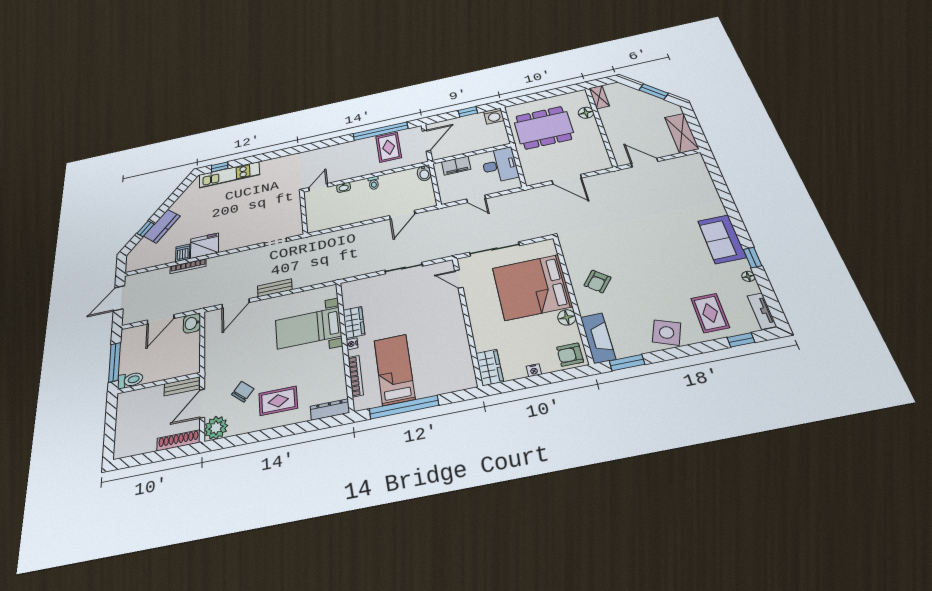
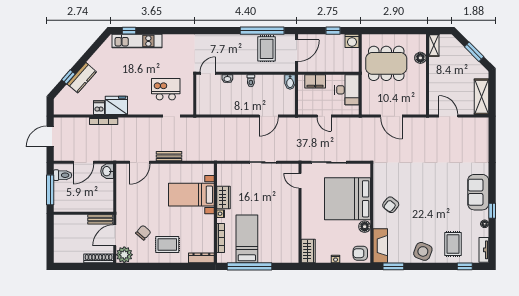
kitchen island: (267, 215) -> (166, 89), added
toilet: (130, 380) -> (63, 175), moved

